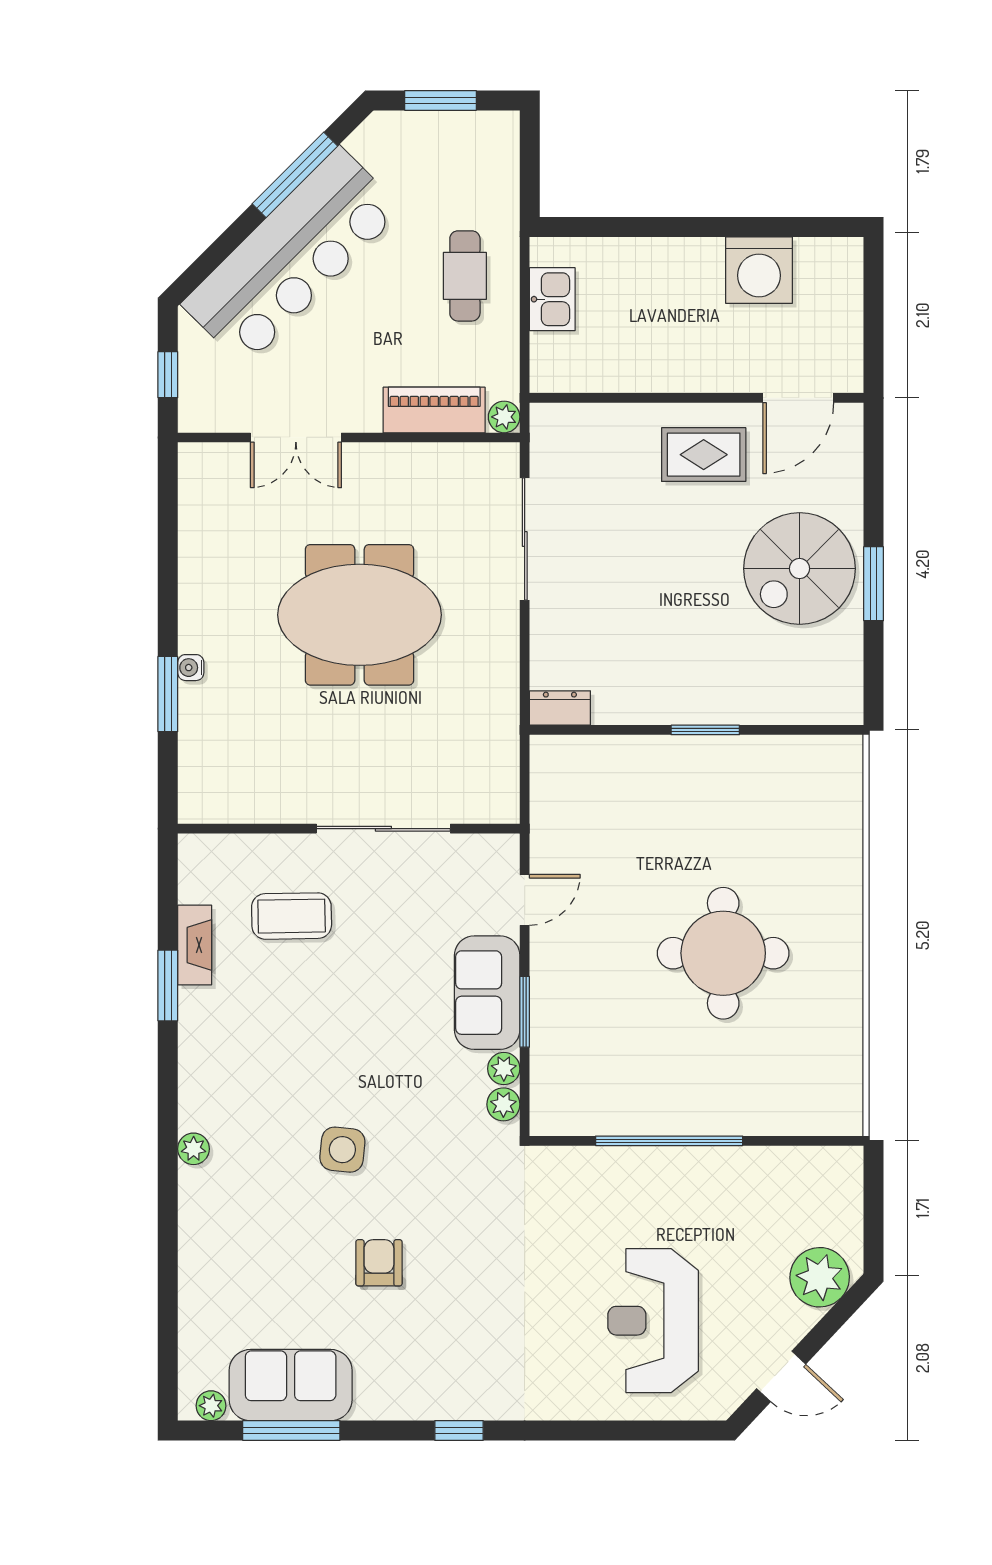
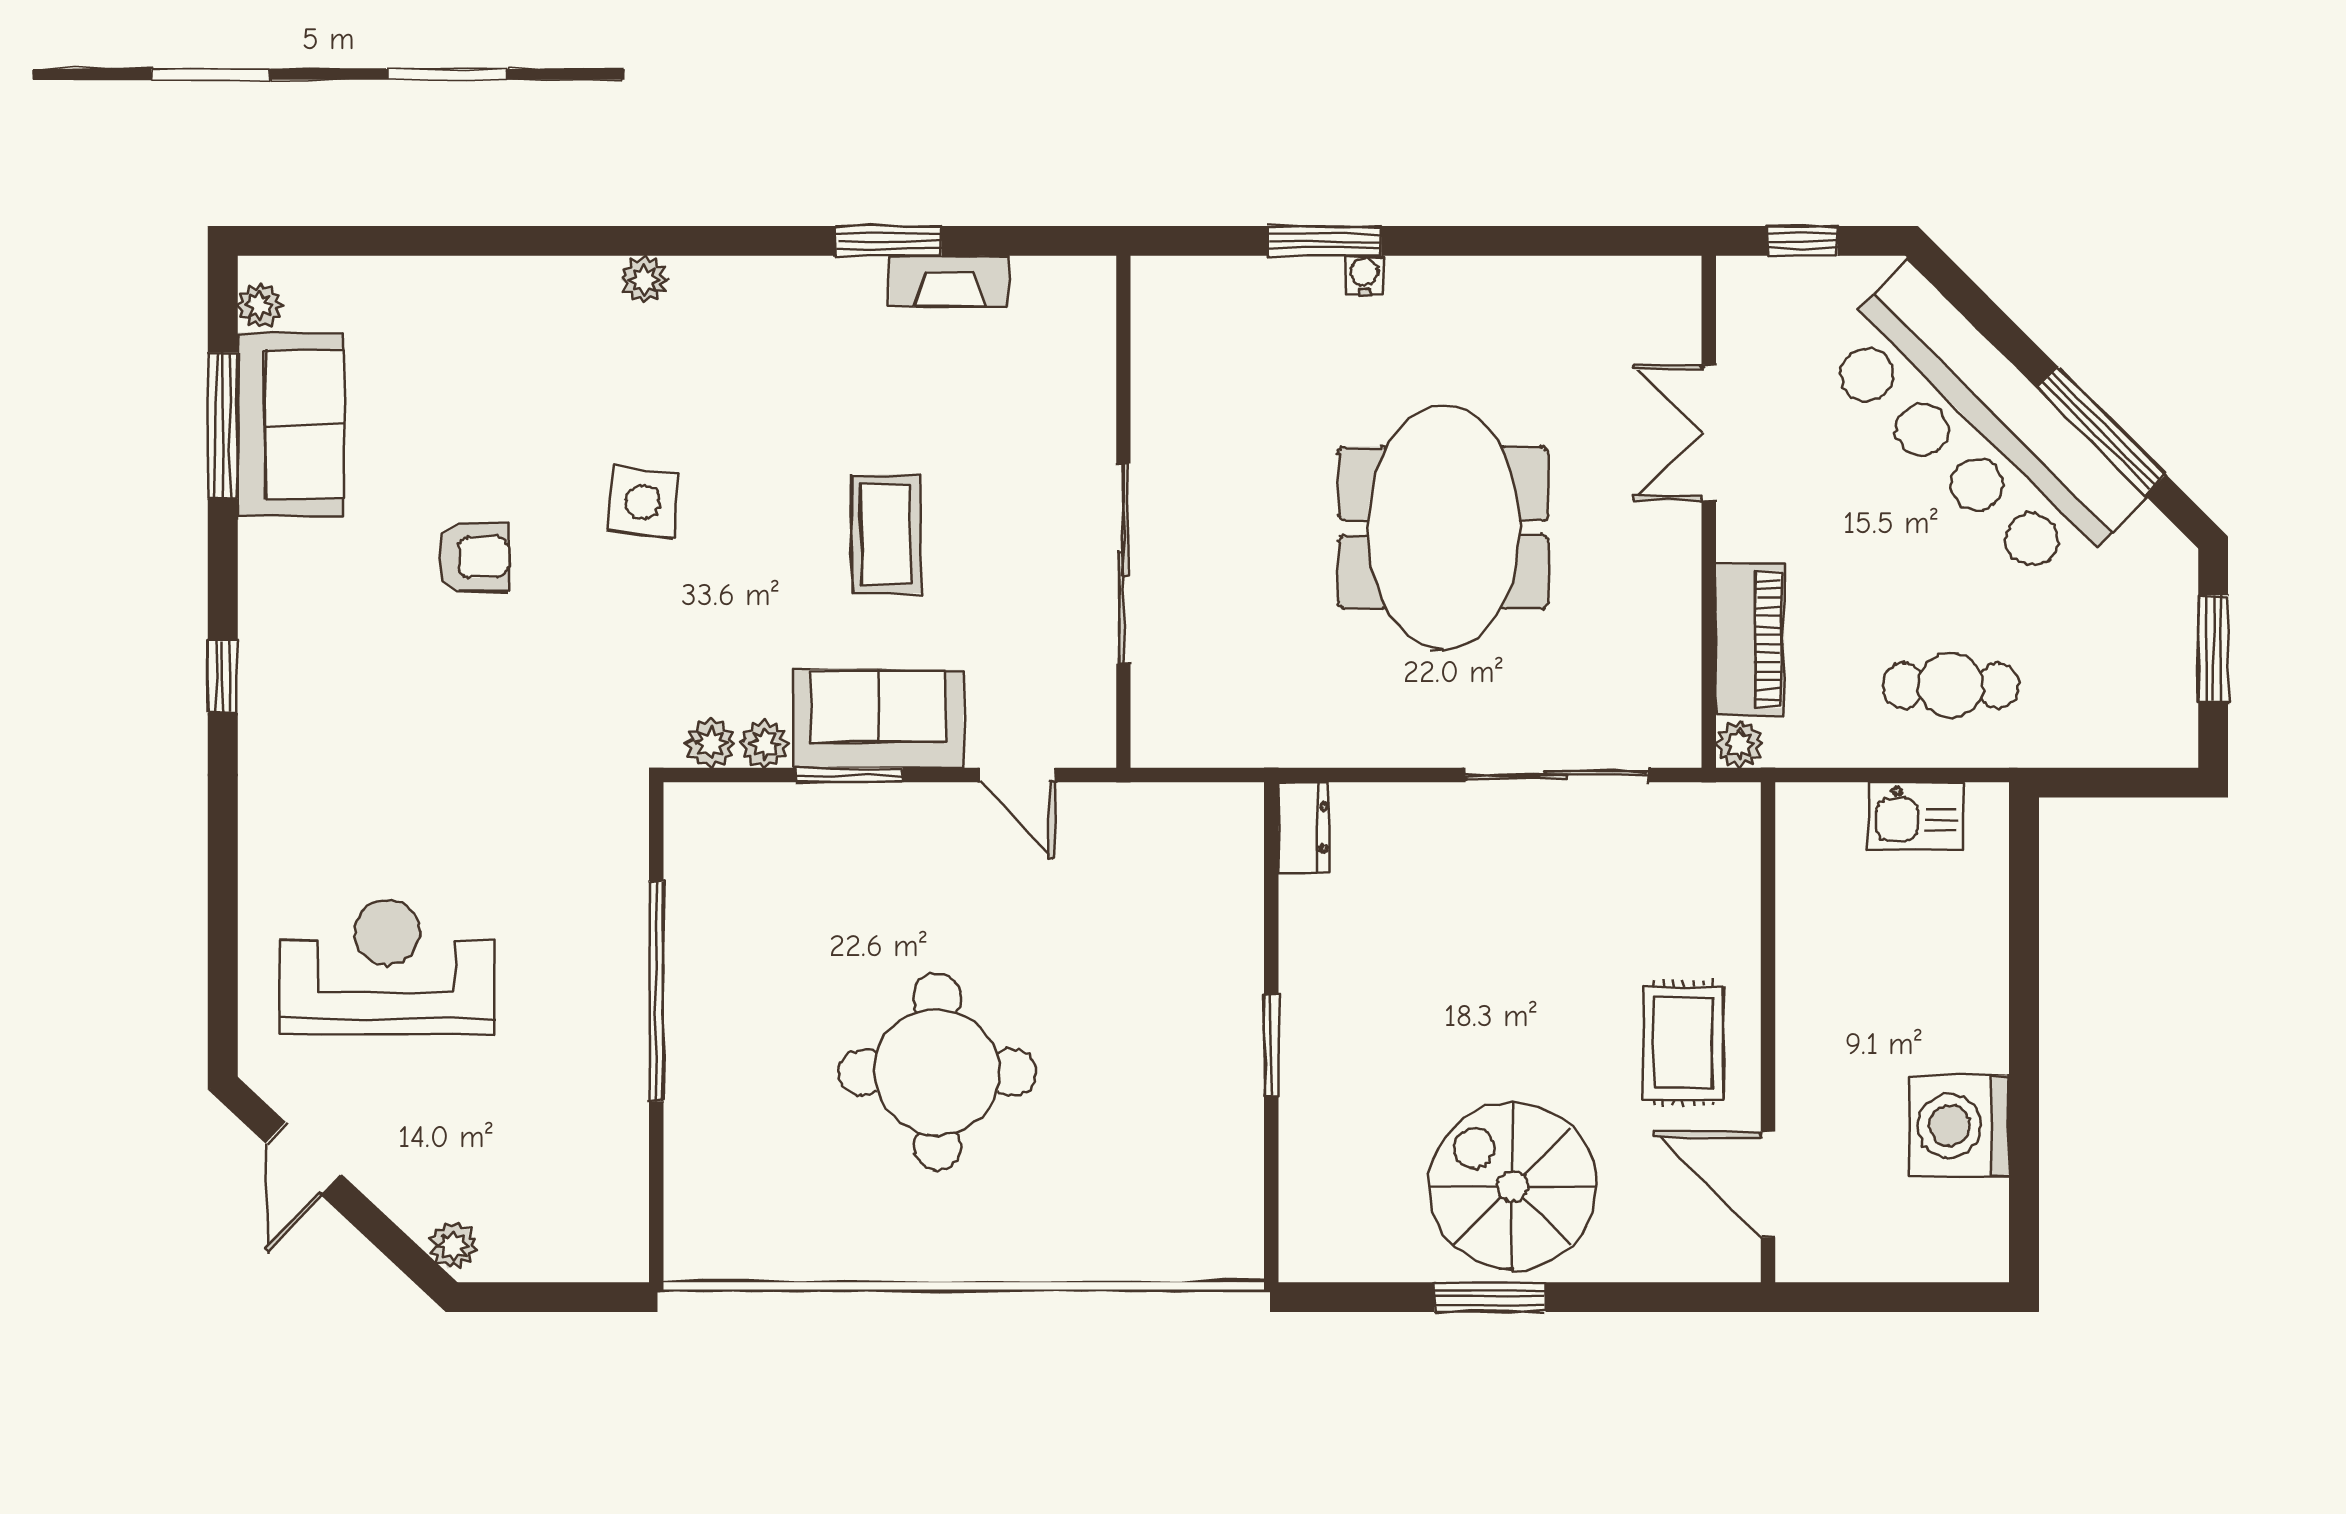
coffee table: (292, 916) -> (886, 534), moved
plant: (820, 1277) -> (453, 1246), width x0.53, depth x0.53

